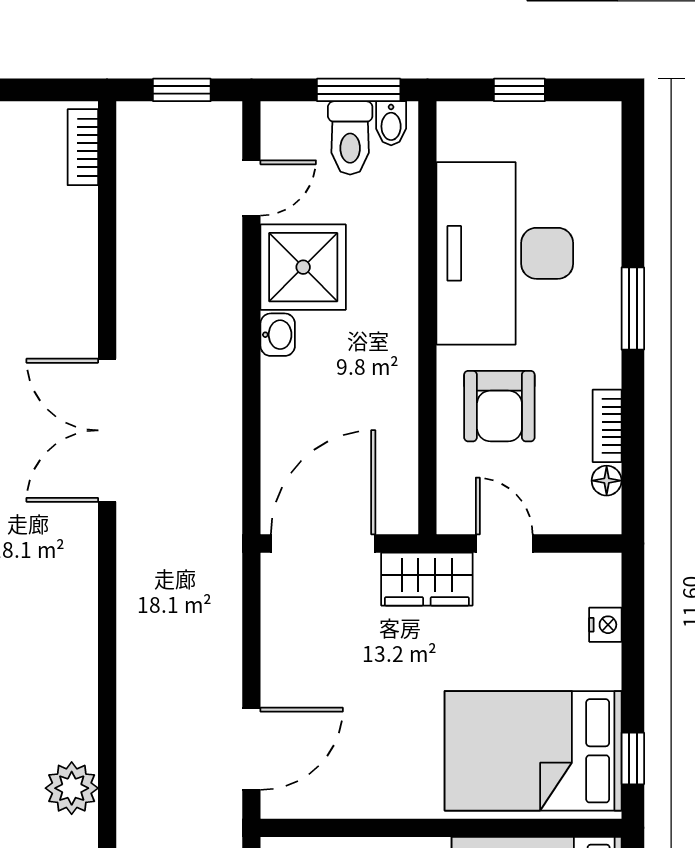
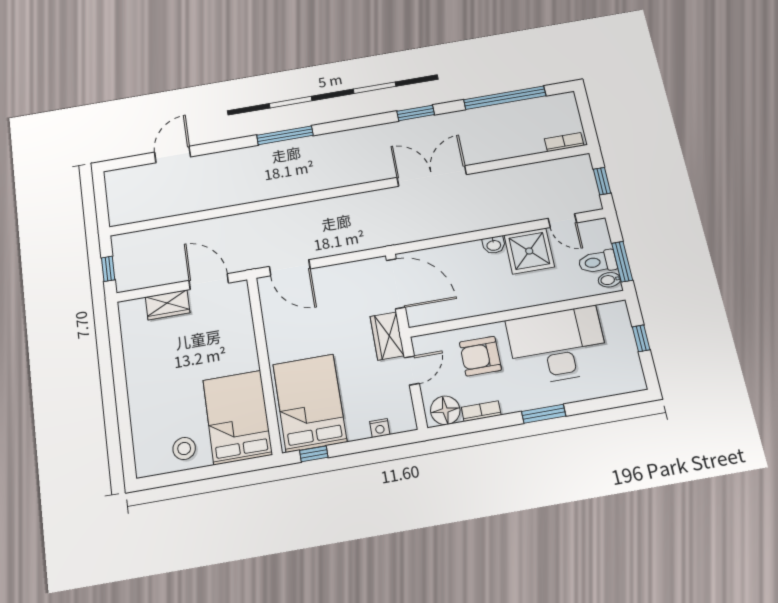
floor lamp: (607, 481) -> (445, 410), width x1.89, depth x1.89
plant: (72, 788) -> (258, 190), removed

